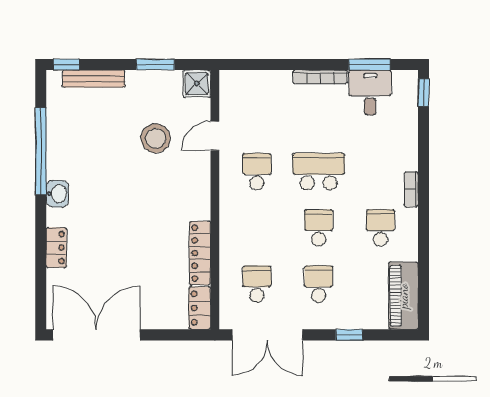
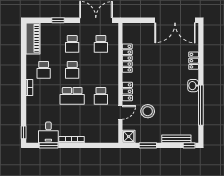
locker: (200, 308) -> (127, 91), moved

